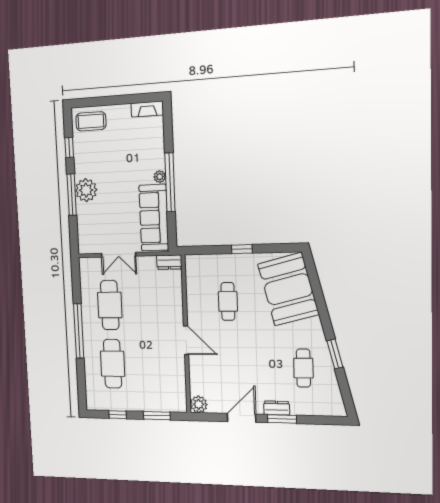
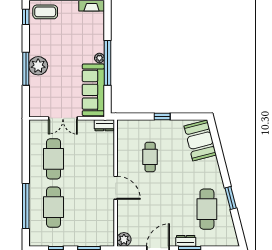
window: (69, 147) -> (26, 17), moved
booth: (288, 289) -> (200, 140), width x0.73, depth x0.70
window: (79, 331) -> (26, 206), moved
cafe table: (303, 368) -> (207, 209), width x1.37, depth x1.35

